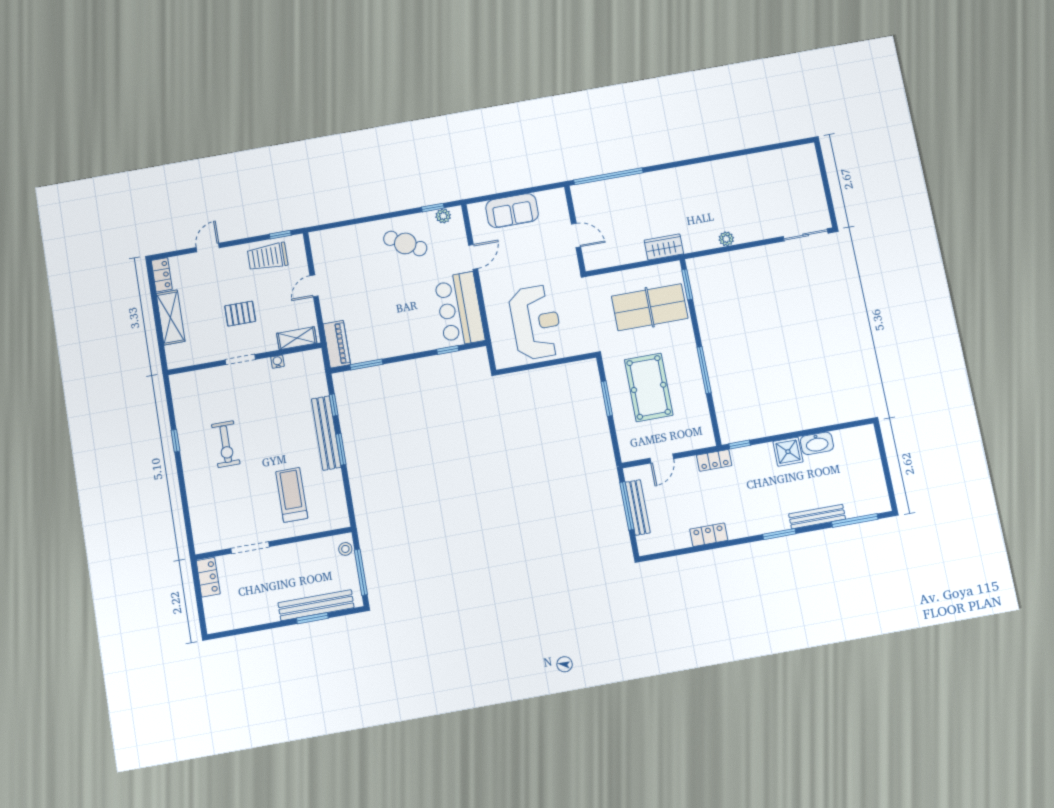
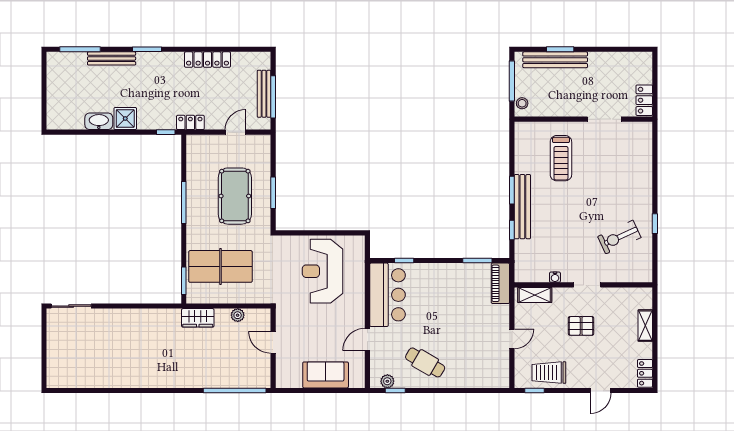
plant: (726, 239) -> (238, 315), moved
trolley: (268, 257) -> (549, 373), turned 180
shelving: (171, 318) -> (645, 326), width x0.67, depth x0.75
exercise bike: (226, 444) -> (619, 237), moved, turned -115
locker: (709, 535) -> (208, 60), width x1.53

